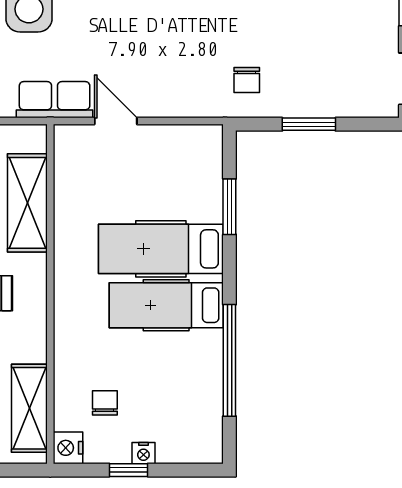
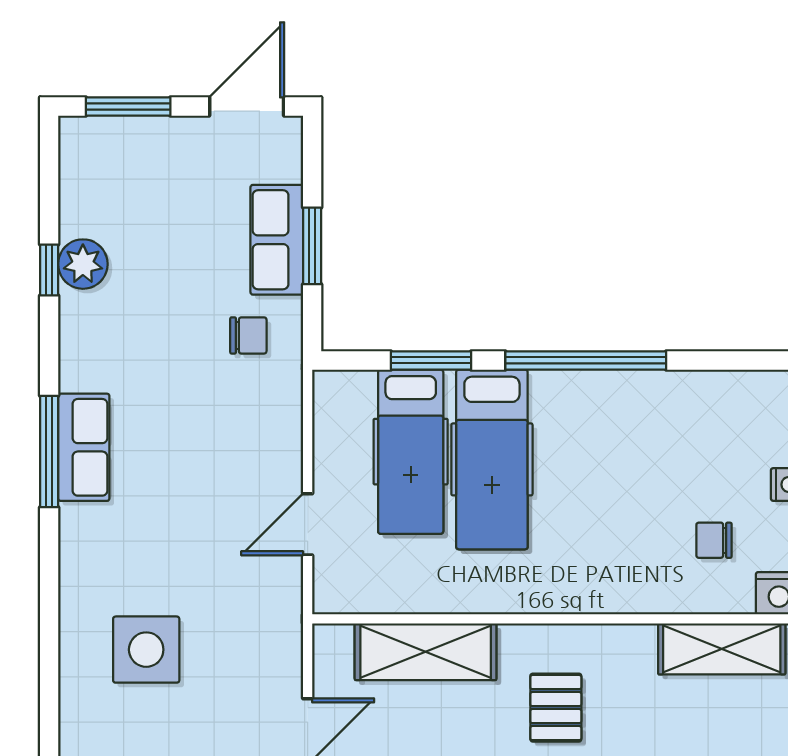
row of seats: (55, 100) -> (277, 240), moved
hospital bed: (166, 305) -> (411, 452), moved
window: (229, 360) -> (586, 360), moved

